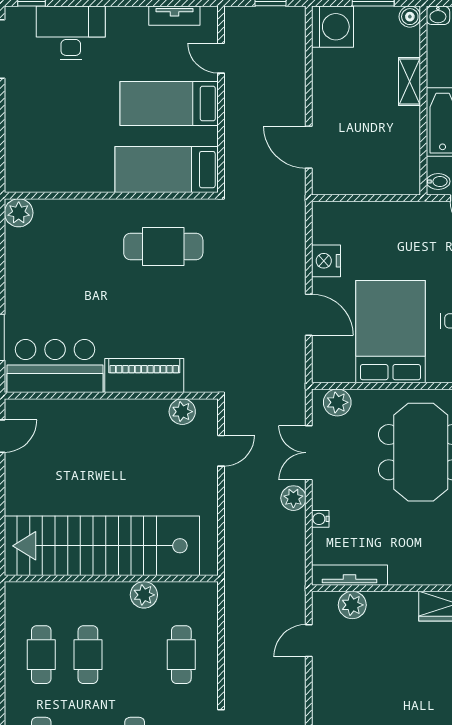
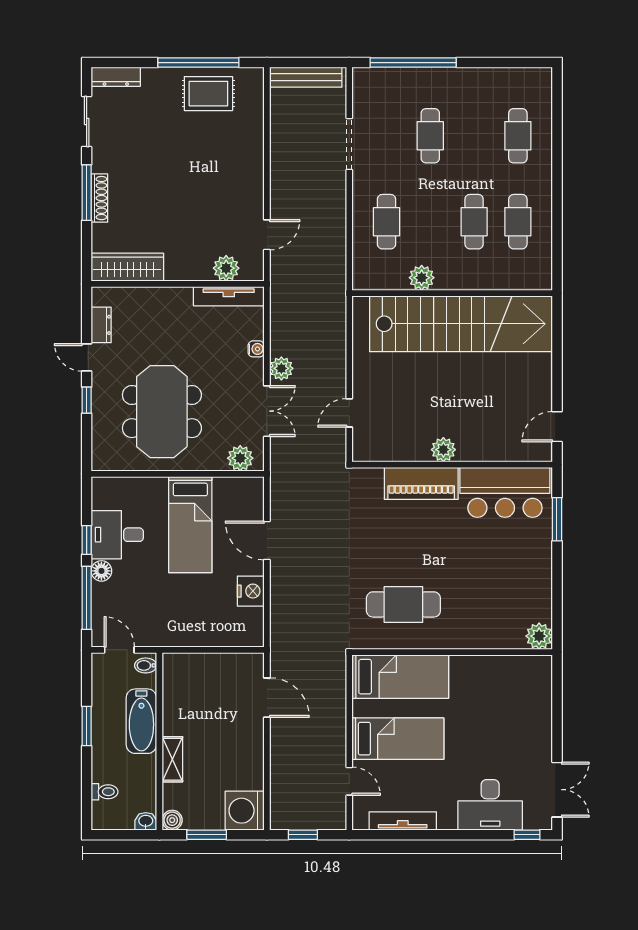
tv unit: (174, 16) -> (403, 821), width x1.41
bed: (390, 332) -> (190, 525), width x0.67
plant: (182, 412) -> (443, 450), moved

